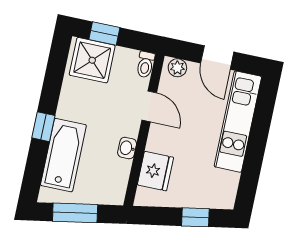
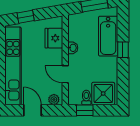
window: (104, 33) -> (85, 110), moved
toilet: (145, 65) -> (86, 97), moved
kitchen unit: (238, 122) -> (13, 66), width x1.36

